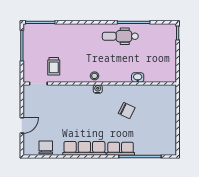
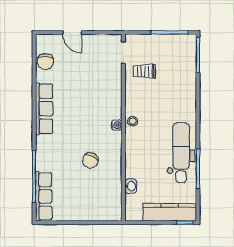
dental chair: (120, 36) -> (181, 153), width x1.36, depth x1.38
kitchen counter: (169, 46) -> (170, 212), added
washbasin: (138, 77) -> (131, 186), moved
chair: (46, 147) -> (45, 62), turned 90
row of seats: (121, 149) -> (44, 196), moved, width x1.48

